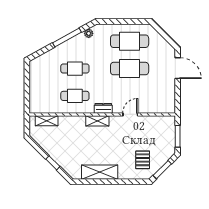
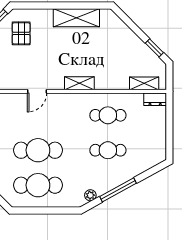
dresser: (103, 108) -> (155, 99), moved
window: (53, 163) -> (154, 48), moved

